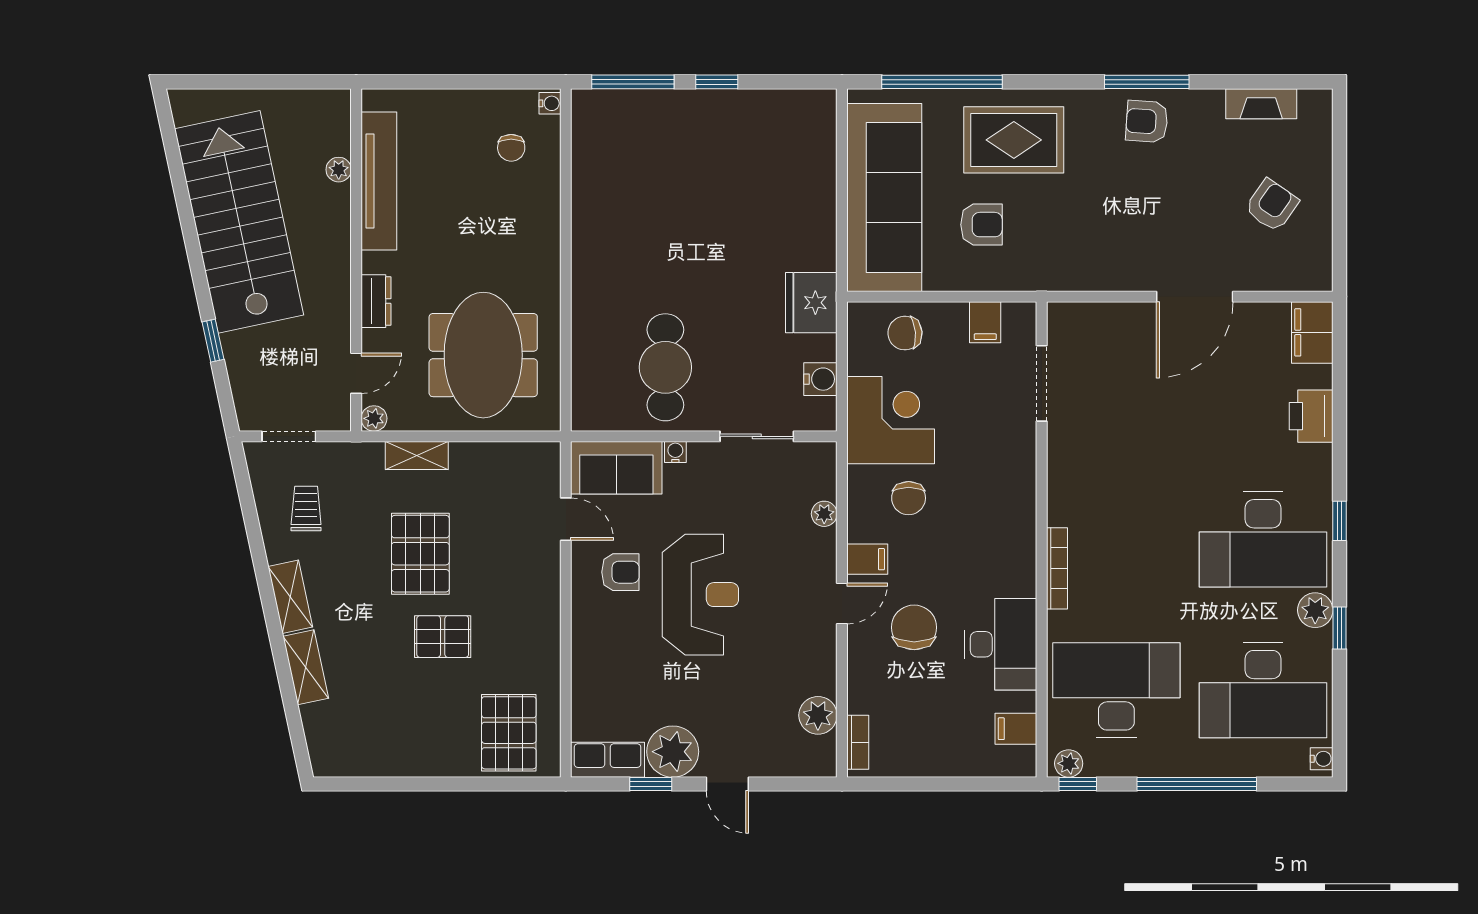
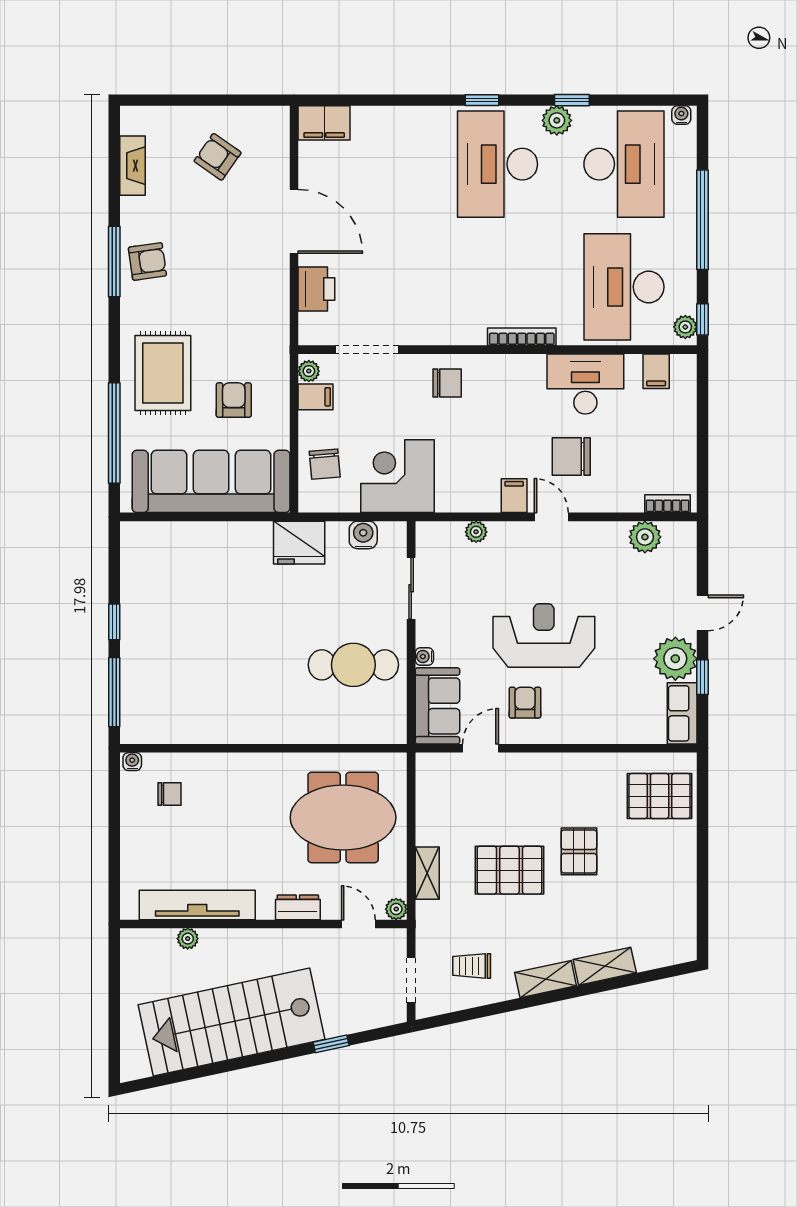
armchair: (1147, 122) -> (147, 261), turned -102
plant: (1016, 314) -> (309, 371), added
printer: (1311, 416) -> (316, 289), moved, turned -90
chair: (909, 498) -> (447, 383), moved
desk: (1263, 539) -> (498, 164), turned 180

